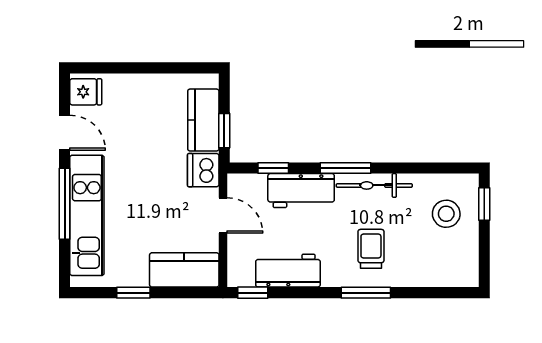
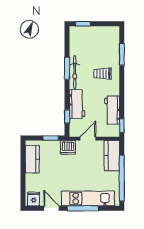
kitchen counter: (203, 120) -> (32, 159), moved, turned -90
door: (65, 133) -> (52, 208), hinge flipped
window: (345, 168) -> (67, 68), moved
stool: (446, 214) -> (87, 41), removed
window: (133, 293) -> (122, 178), width x3.17
window: (366, 293) -> (122, 54), moved

